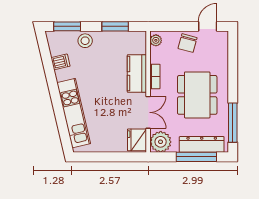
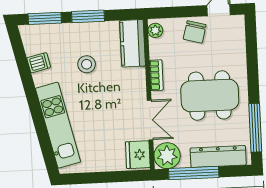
window: (115, 26) -> (88, 16), moved
stool: (85, 41) -> (87, 64), moved
kitchen counter: (137, 73) -> (133, 43), moved
dining table: (197, 95) -> (210, 96), turned 90
window: (196, 157) -> (194, 173), moved

